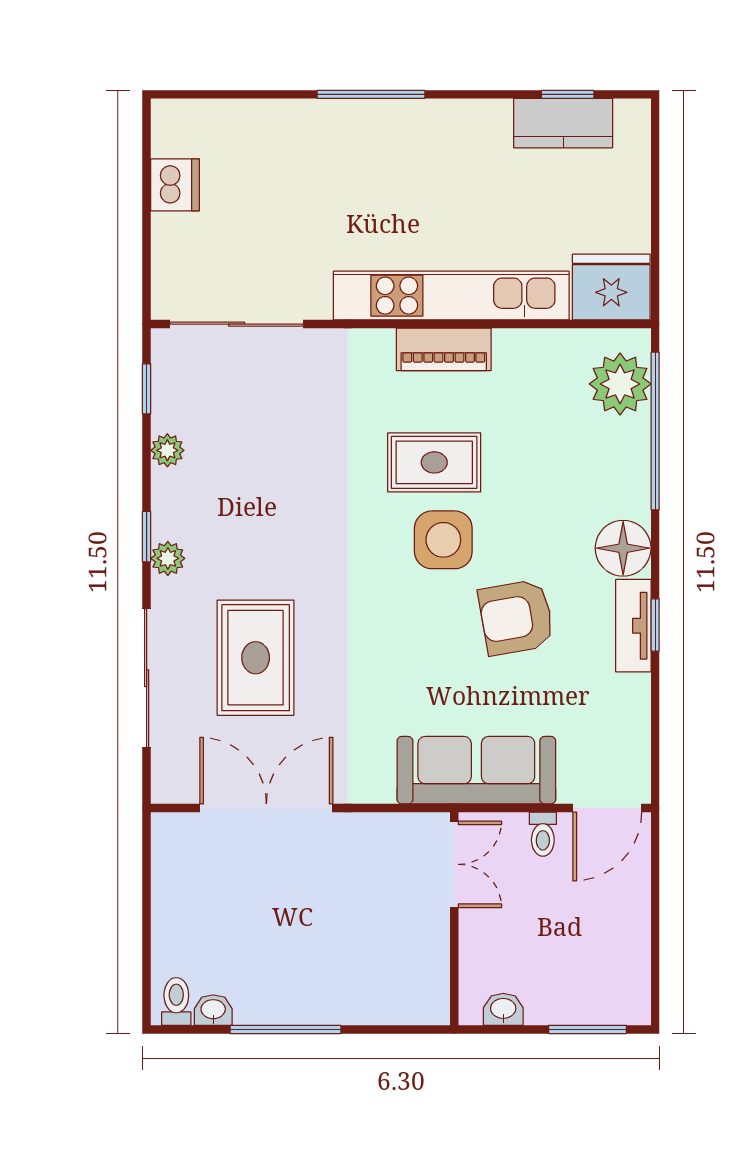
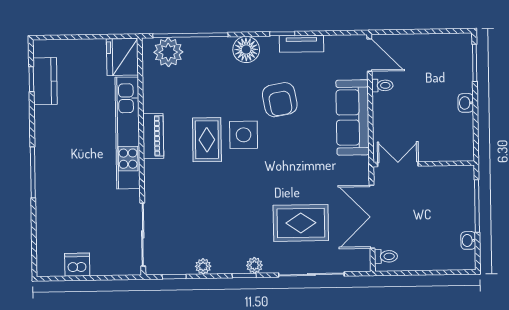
tv unit: (633, 626) -> (301, 44), moved
double door: (454, 864) -> (398, 164), moved
wall: (454, 919) -> (424, 164), moved
toilet: (176, 1001) -> (386, 256), moved, turned 180

